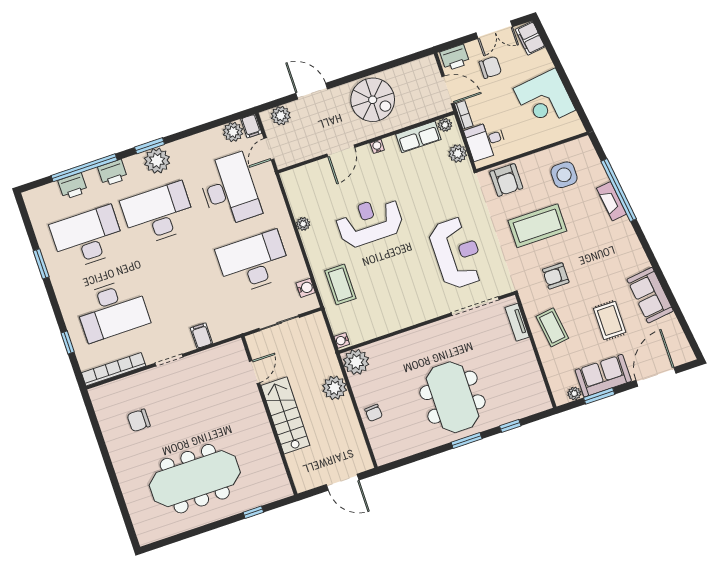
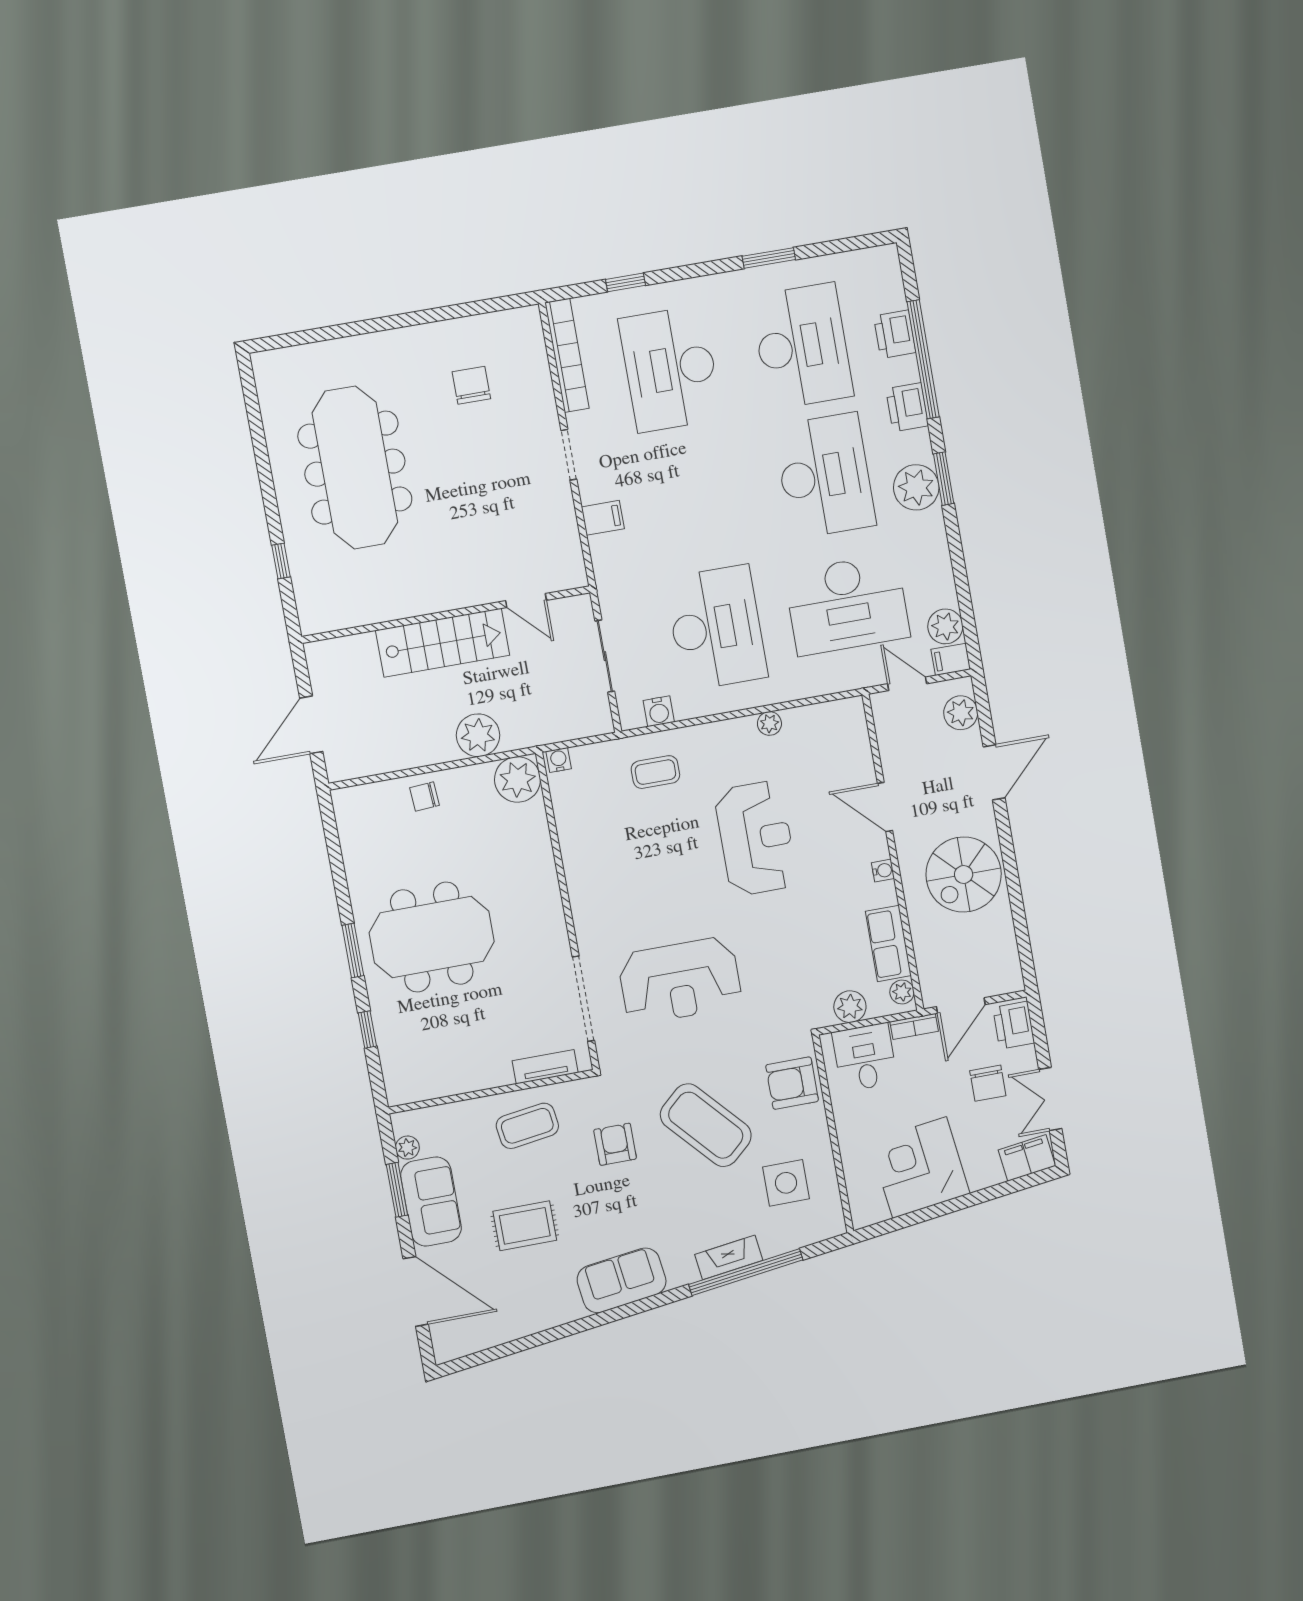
coffee table: (537, 226) -> (706, 1125), turned -42
coffee table: (340, 285) -> (655, 772), width x0.73, depth x0.77
sofa: (650, 295) -> (622, 1280), moved

